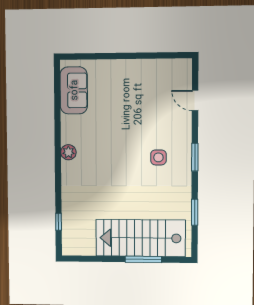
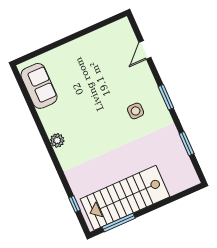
door: (195, 100) -> (145, 50), hinge flipped
stairs: (141, 238) -> (125, 198), moved
window: (143, 259) -> (119, 222), moved

